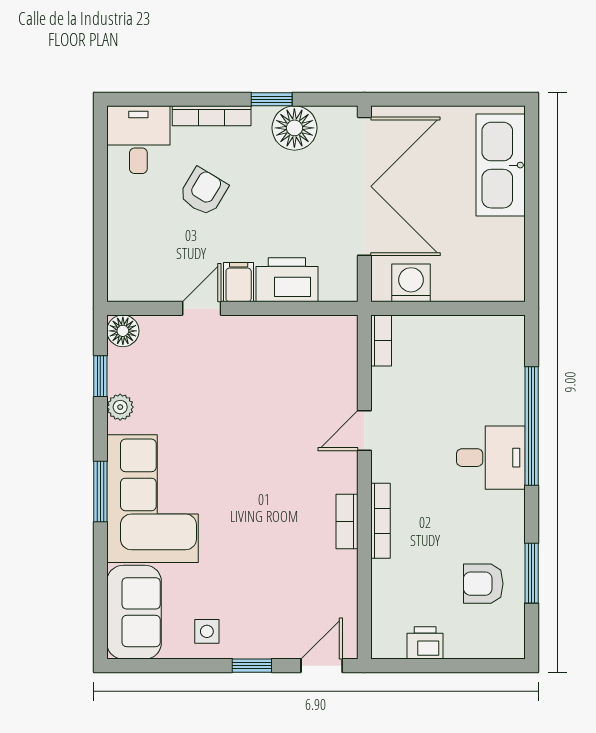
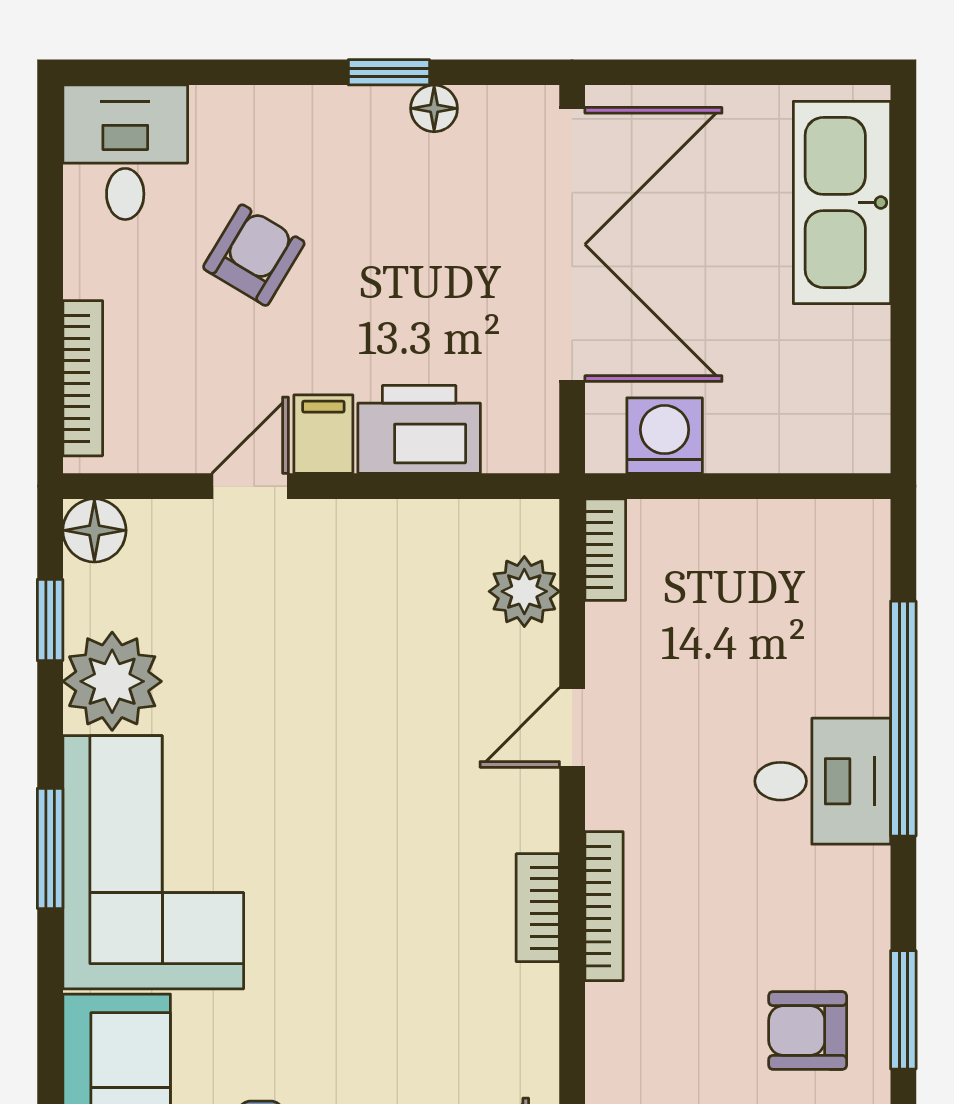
bookcase: (212, 116) -> (83, 378), moved, turned -90
floor lamp: (294, 128) -> (434, 108), width x0.53, depth x0.53
plant: (340, 362) -> (524, 591), added
plant: (120, 407) -> (112, 681), width x1.87, depth x1.87

